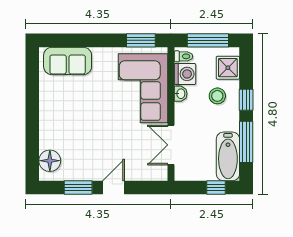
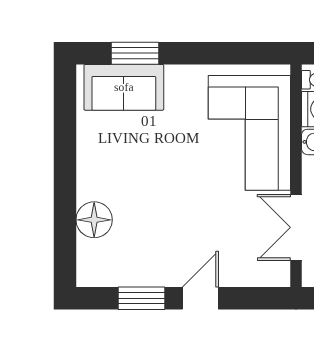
window: (141, 40) -> (135, 53), moved
floor lamp: (50, 161) -> (94, 220), moved

